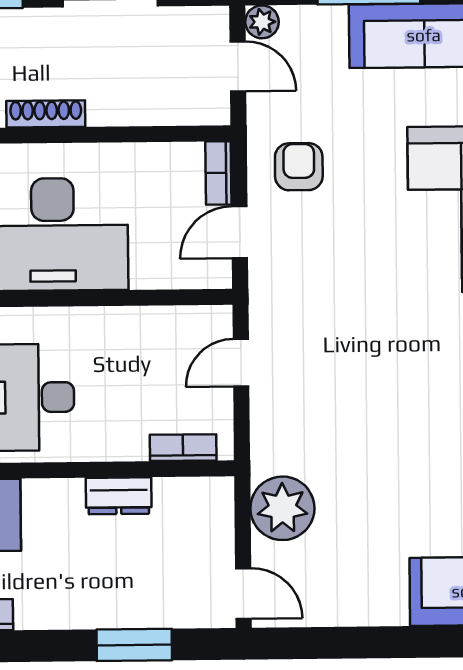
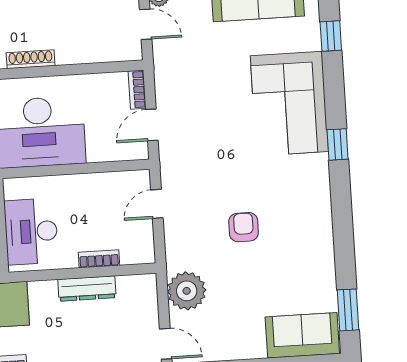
armchair: (299, 167) -> (244, 227), moved
bookcase: (183, 448) -> (99, 259), moved
dresser: (119, 496) -> (87, 289), width x1.44

